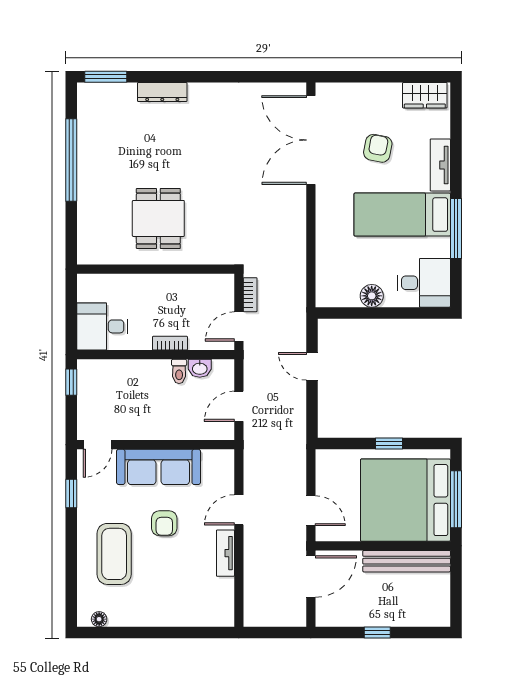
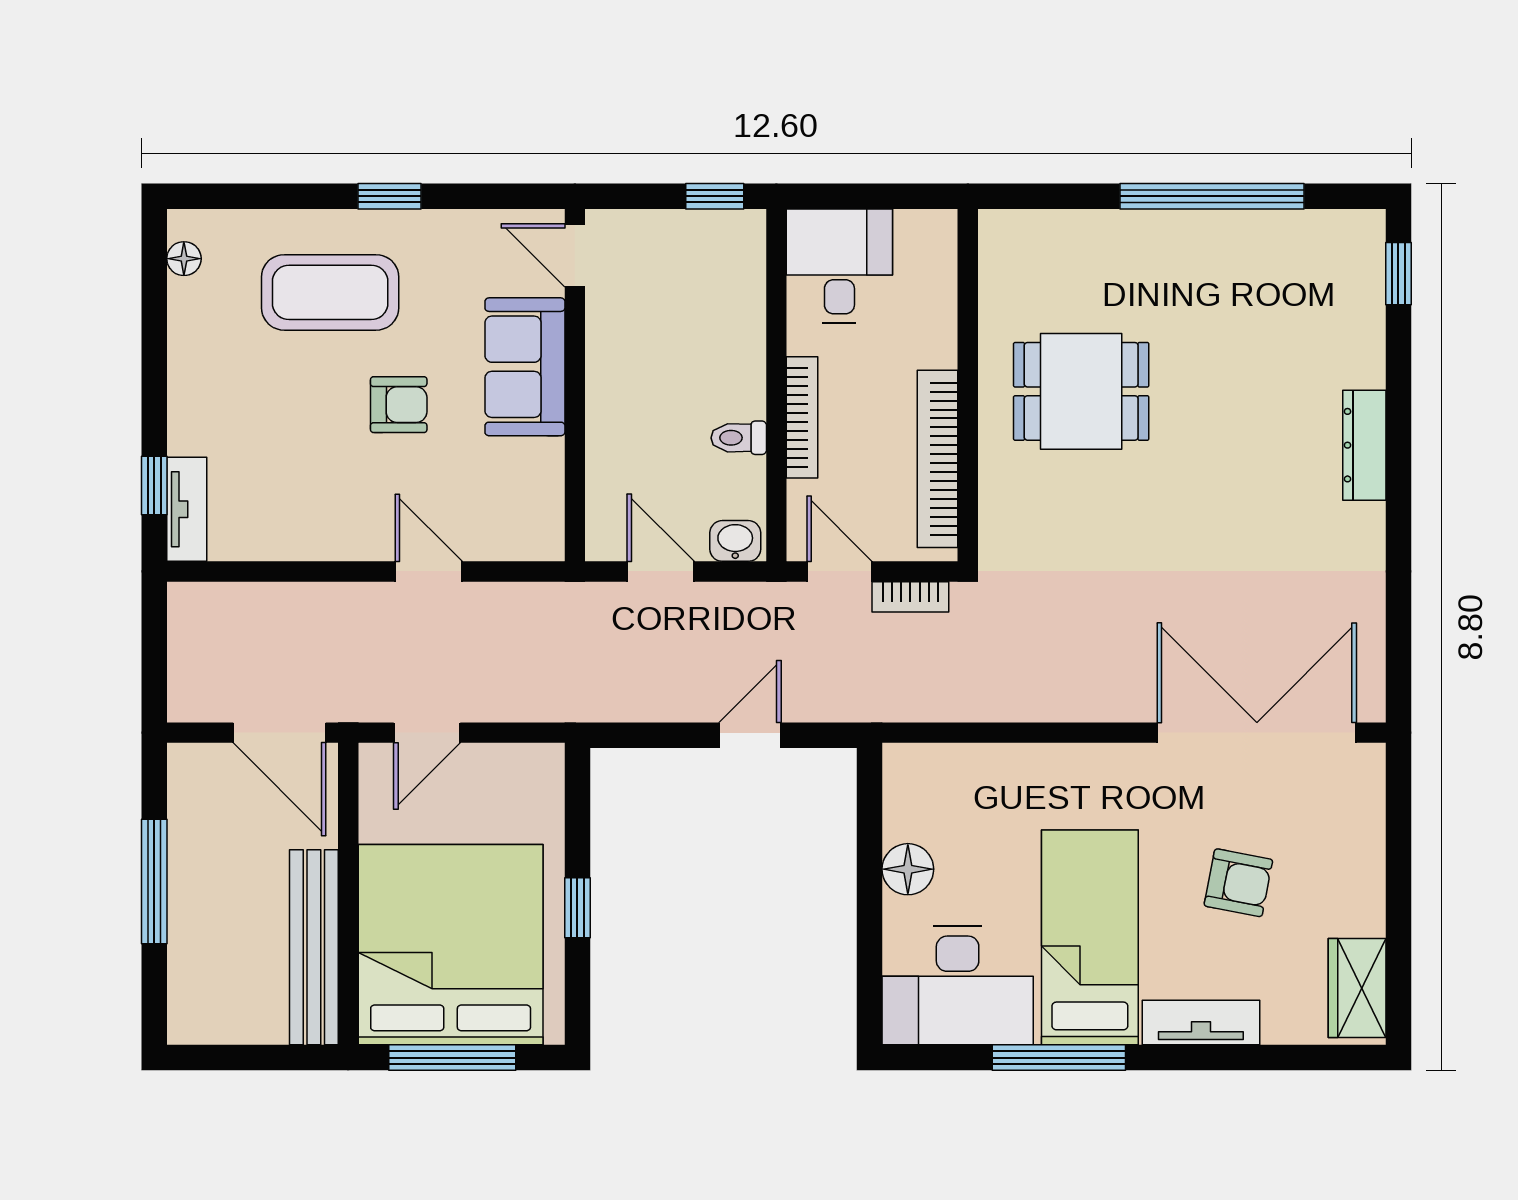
window: (106, 77) -> (1398, 274), width x0.67
dresser: (162, 92) -> (1364, 445), moved
bookcase: (189, 283) -> (938, 459), added
desk: (424, 283) -> (958, 986), width x1.37
bookcase: (170, 343) -> (802, 417), width x1.56
washbasin: (200, 368) -> (735, 541), moved, turned 90
sofa: (158, 467) -> (525, 367), width x0.73
window: (71, 493) -> (390, 196), moved
armchair: (164, 523) -> (399, 405), turned 180
tv unit: (225, 553) -> (187, 509), moved, turned 90
window: (200, 632) -> (154, 486), added
window: (377, 632) -> (154, 881), width x2.17

